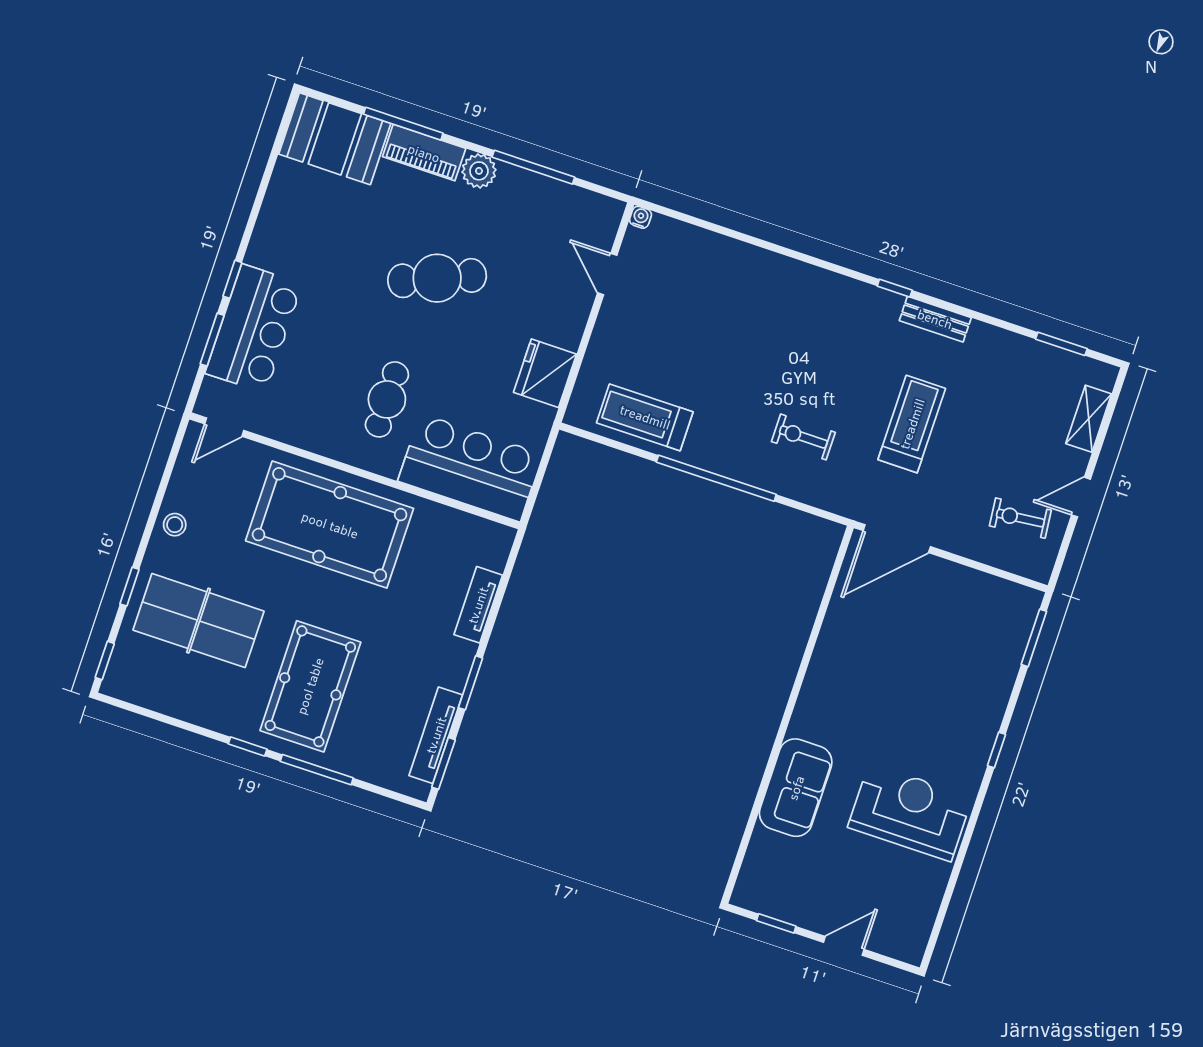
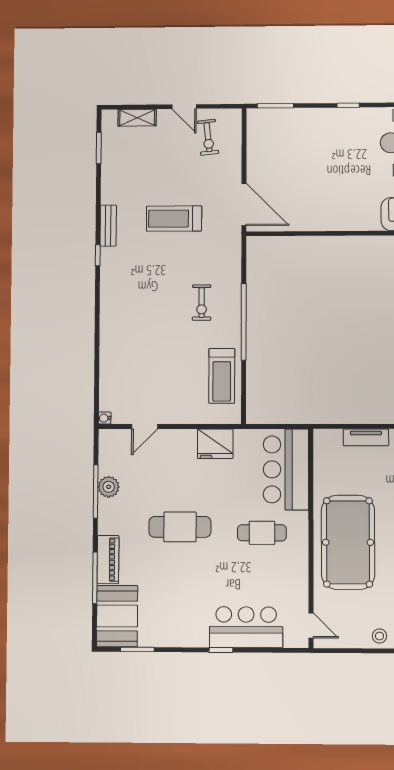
plant: (479, 171) -> (109, 487), moved
cafe table: (437, 278) -> (180, 527), turned -67
window: (212, 340) -> (137, 649), moved
exercise bike: (803, 437) -> (202, 303), moved

